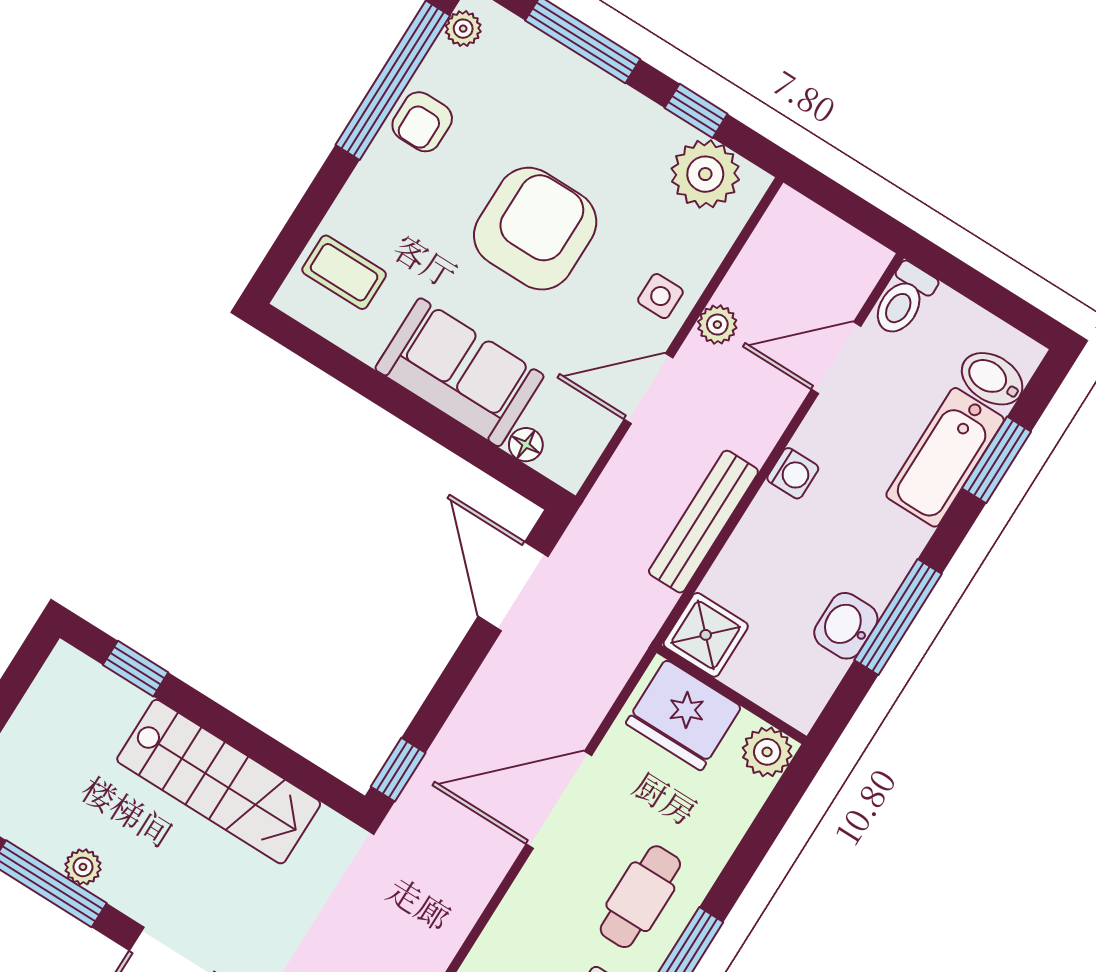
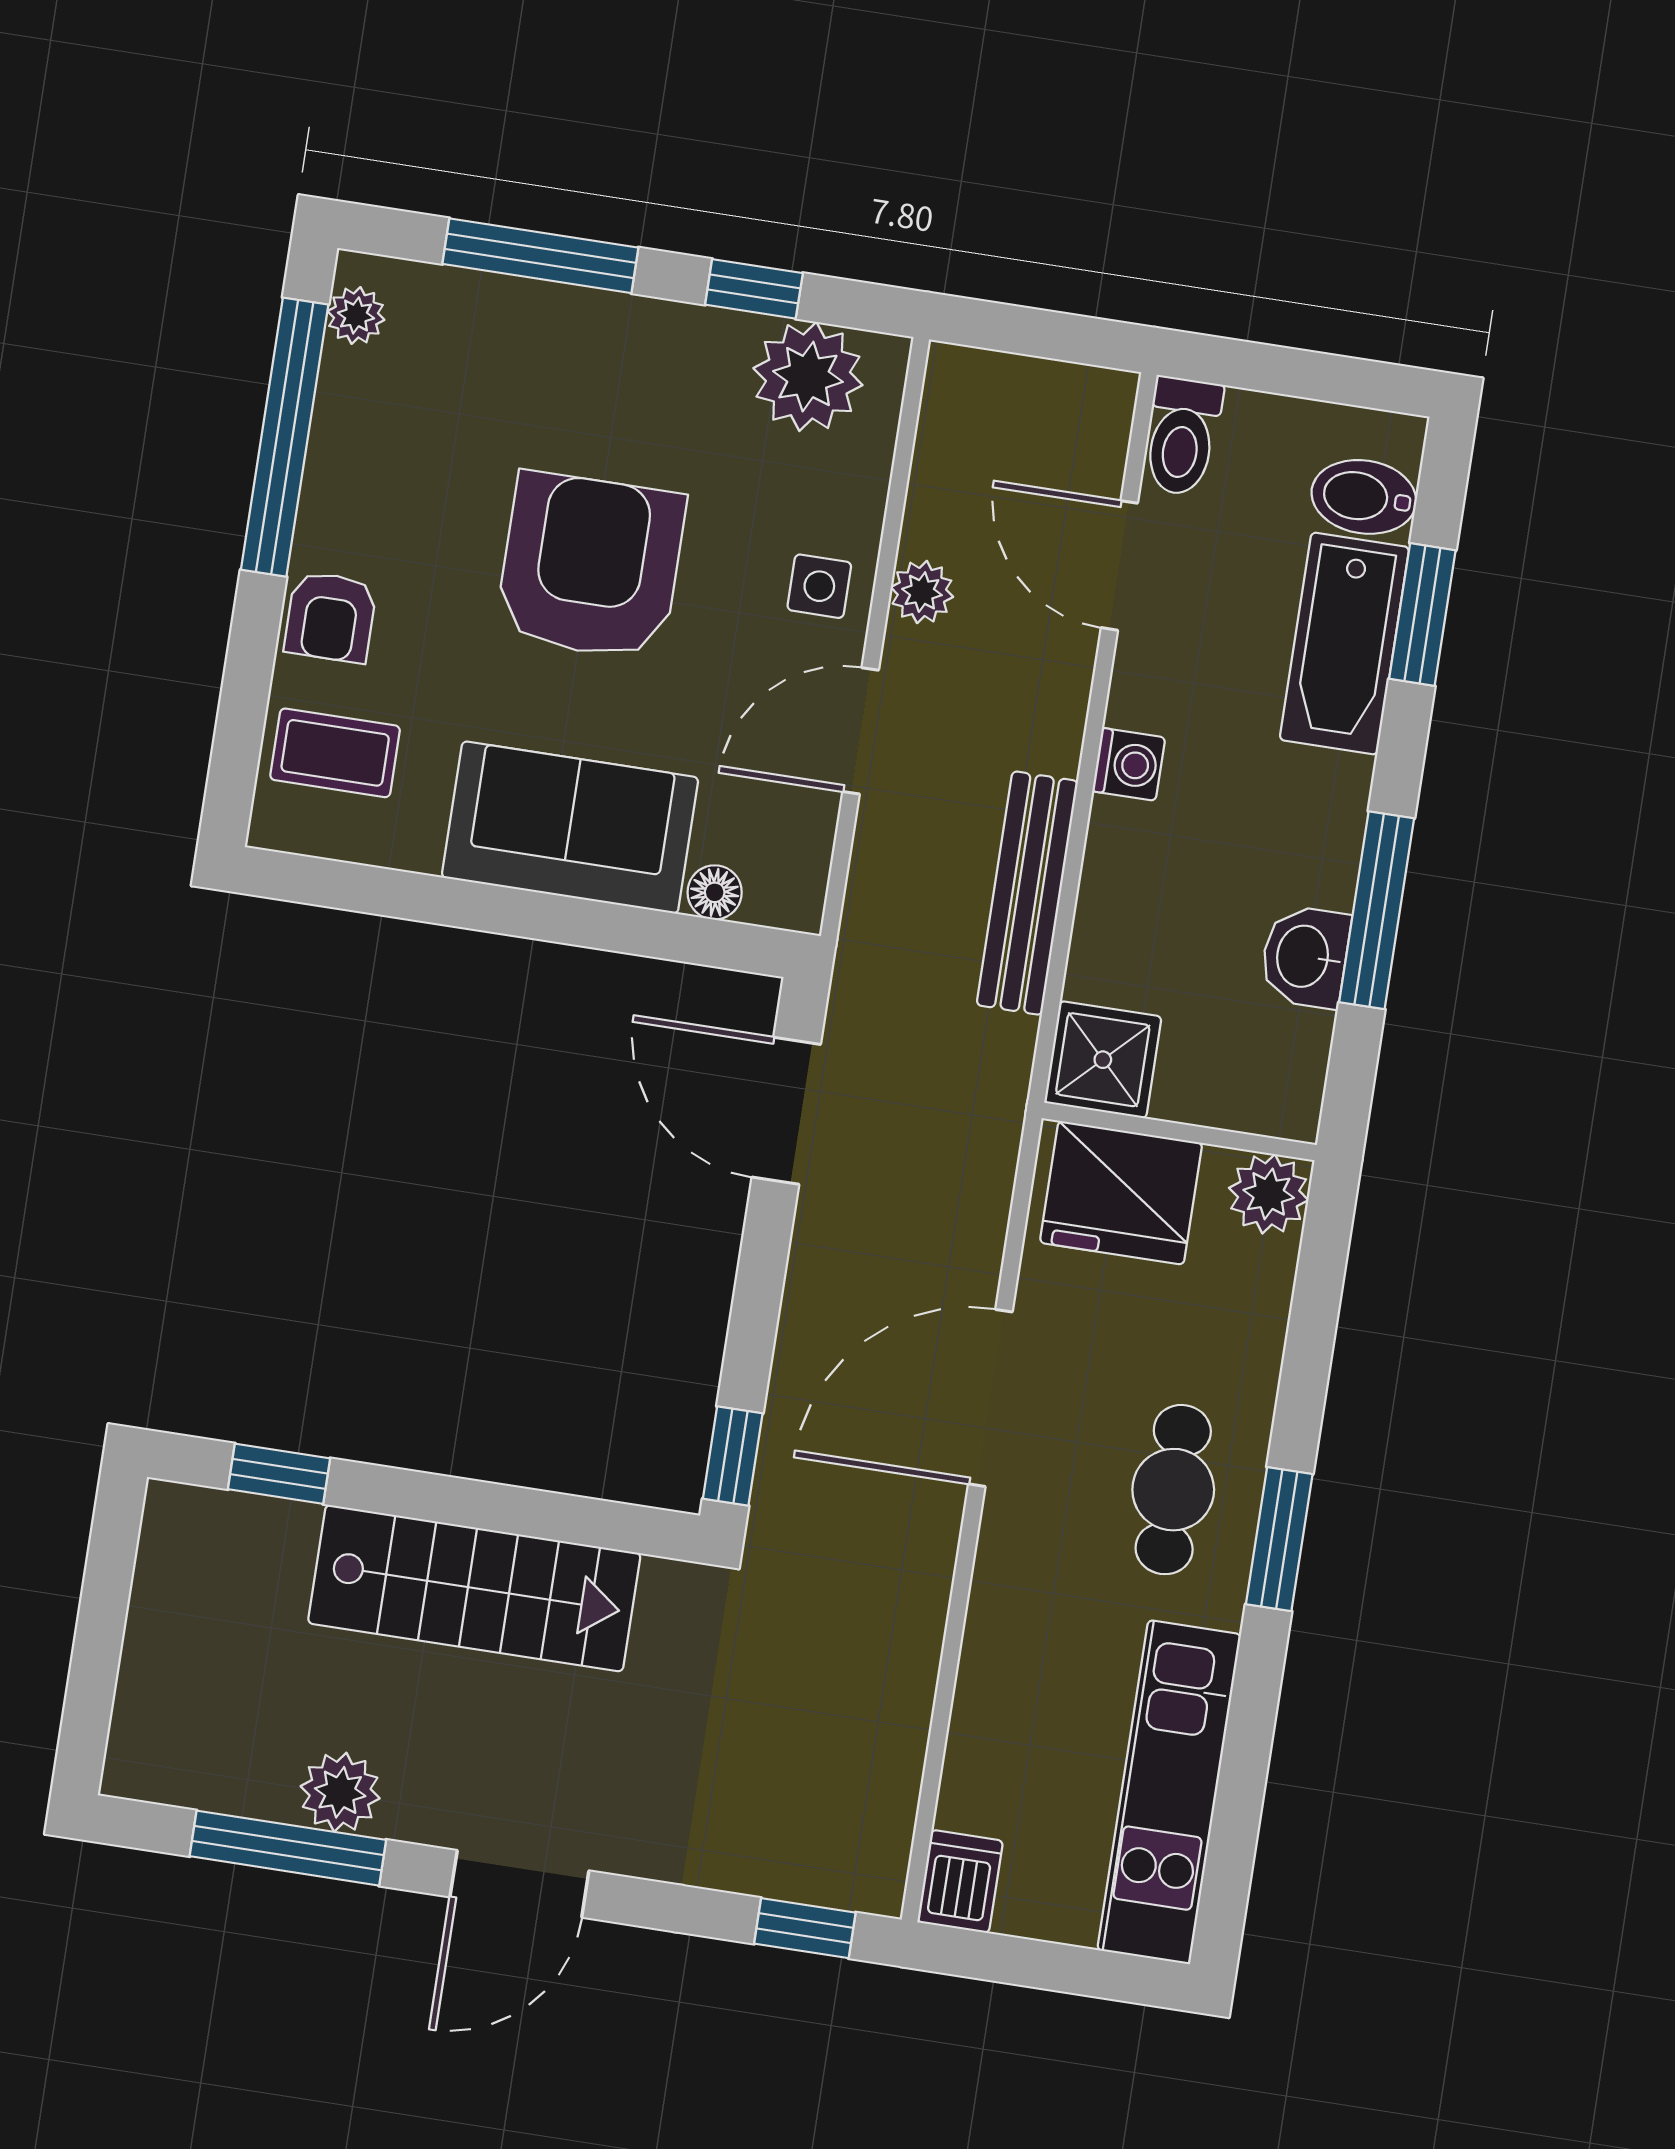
armchair: (422, 122) -> (331, 617), moved
door: (836, 358) -> (1119, 565), hinge flipped
plant: (83, 867) -> (340, 1792), width x1.38, depth x1.38

